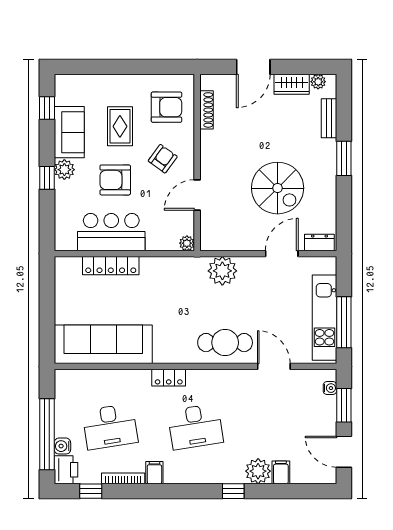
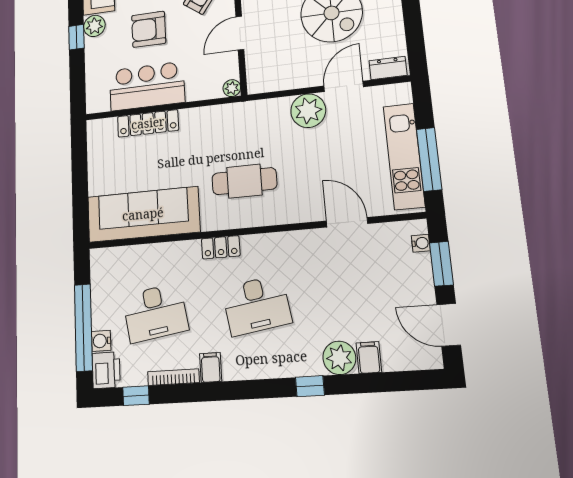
plant: (222, 271) -> (308, 111), moved
cafe table: (225, 343) -> (244, 181), moved

